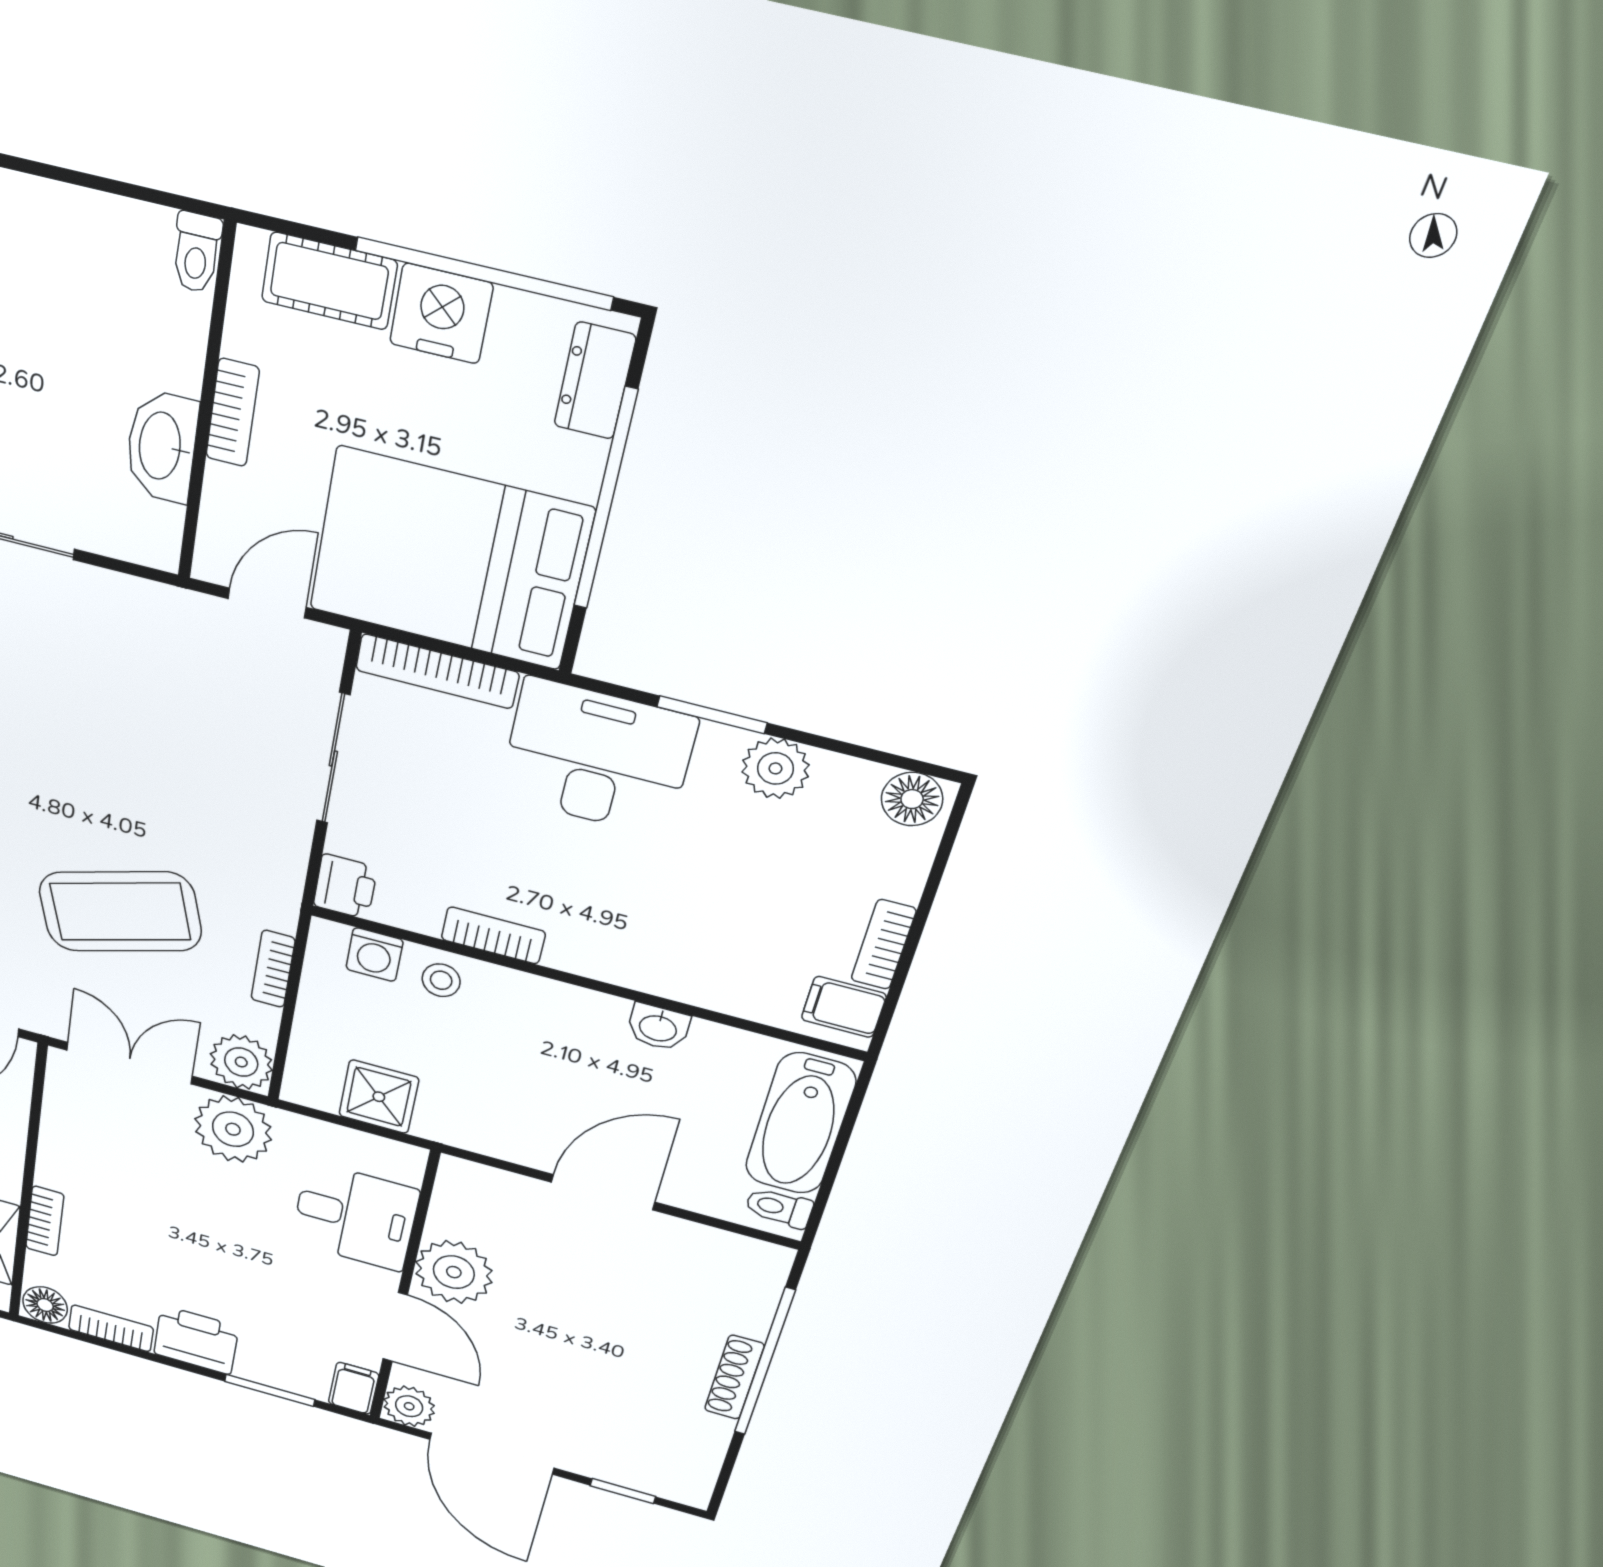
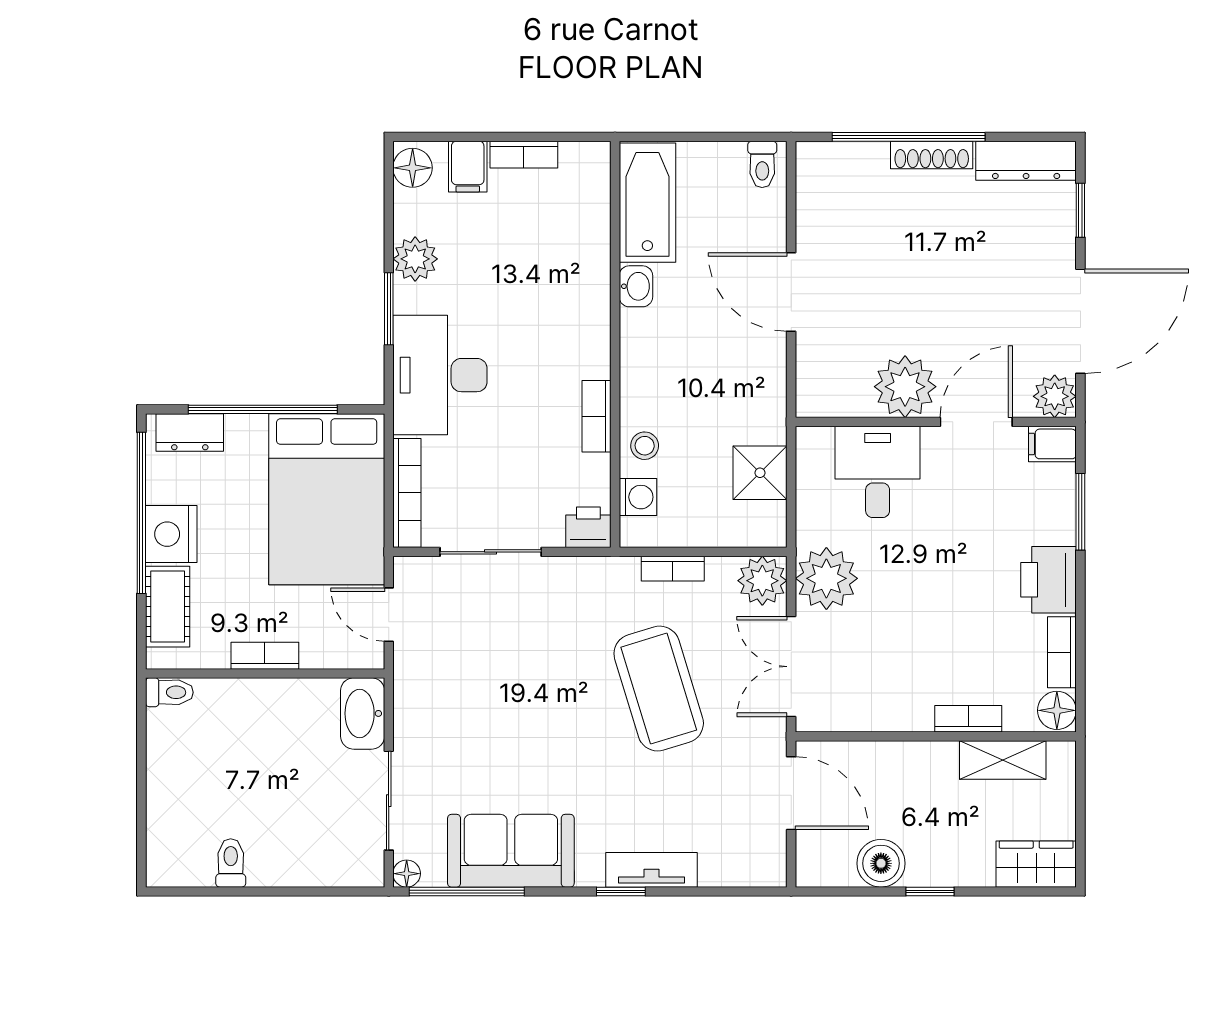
washbasin: (162, 446) -> (363, 713), moved, turned 90
filing cabinet: (844, 1007) -> (468, 167), moved
bathtub: (800, 1124) -> (647, 203), moved, turned -90
dresser: (698, 1461) -> (1026, 161), added

